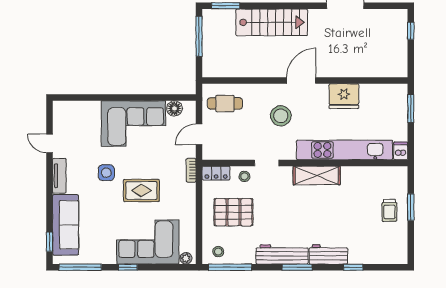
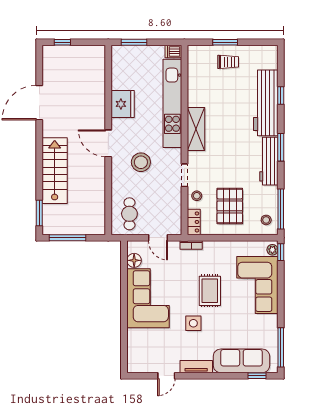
workbench: (328, 254) -> (266, 103), width x1.88, depth x1.32
window: (128, 267) -> (281, 252), moved

